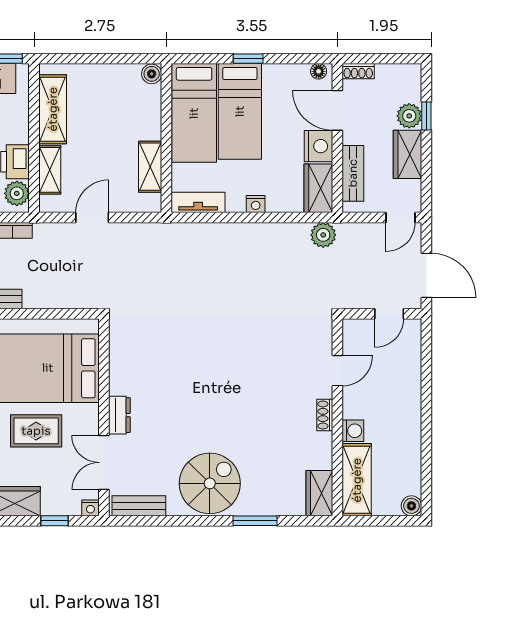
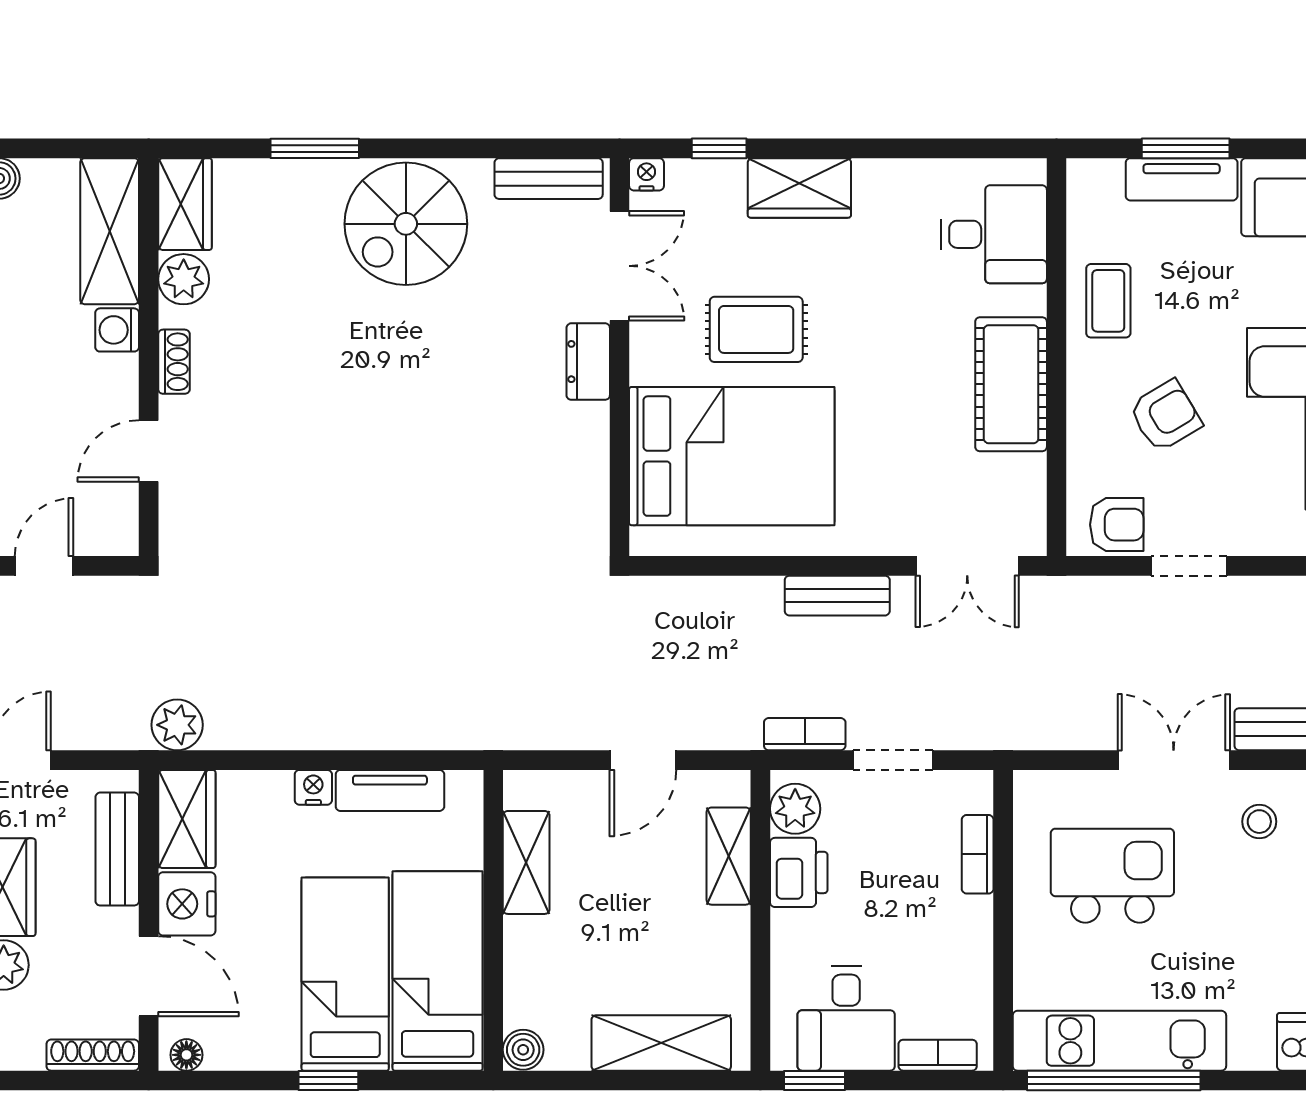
shoe rack: (358, 71) -> (93, 1055), width x1.43
shelving: (53, 109) -> (661, 1043), moved, turned 90
tv unit: (198, 202) -> (390, 790), moved
plant: (320, 456) -> (184, 279), added

